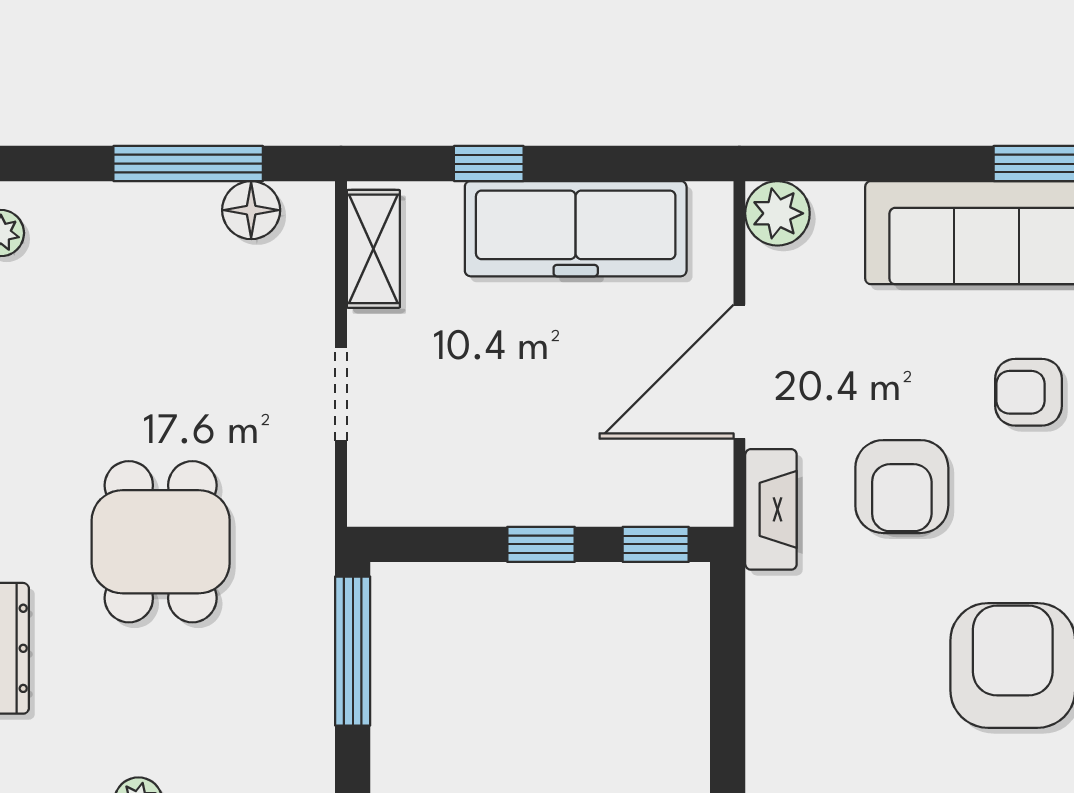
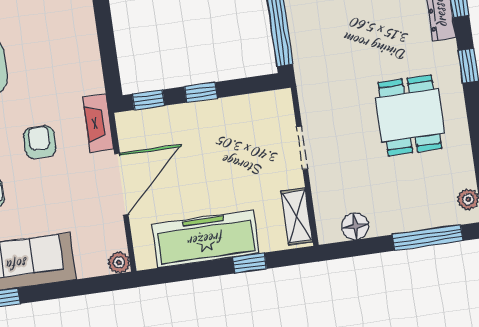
window: (188, 164) -> (428, 238), moved
plant: (777, 213) -> (119, 263), width x0.73, depth x0.73
armchair: (902, 487) -> (40, 142), width x0.72, depth x0.72
dining table: (161, 542) -> (410, 115), moved

